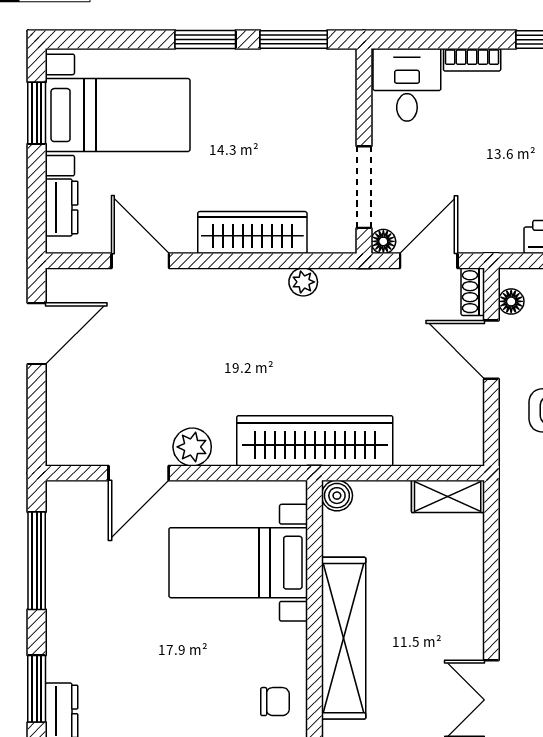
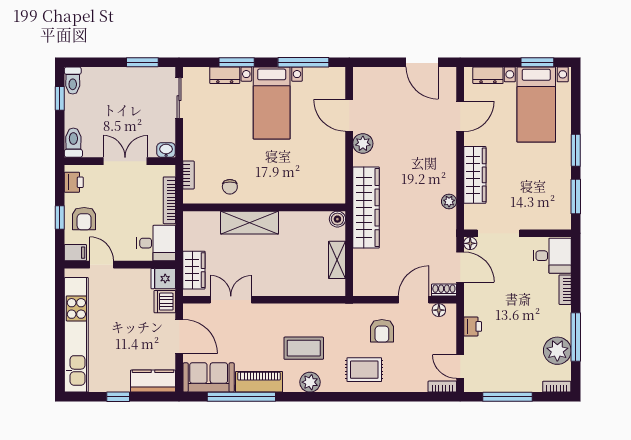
shelving: (448, 496) -> (337, 260), moved
bed with nightstands: (238, 563) -> (272, 103), moved, turned 180
shelving: (344, 638) -> (250, 223), width x0.68

